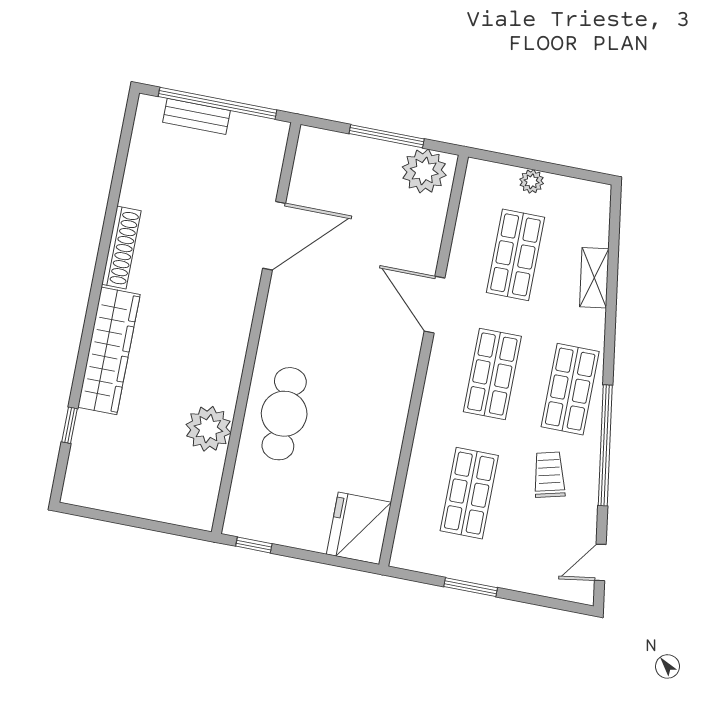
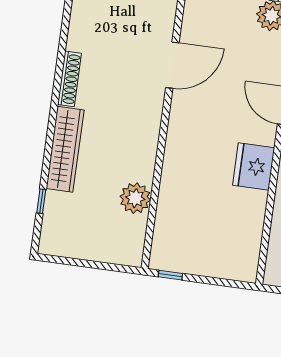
cafe table: (284, 414) -> (186, 185), removed
fridge: (359, 528) -> (254, 166), moved

